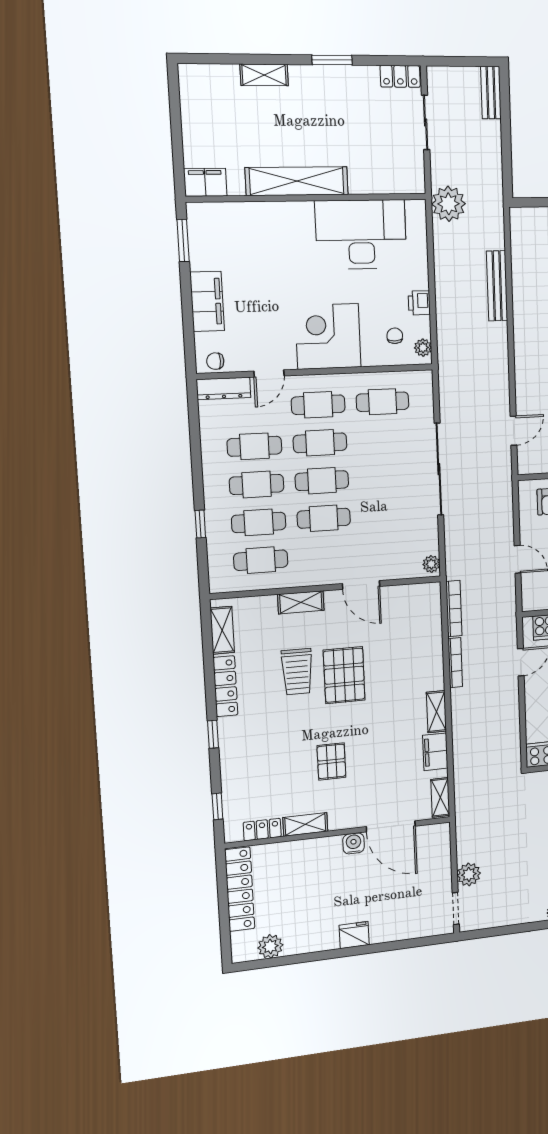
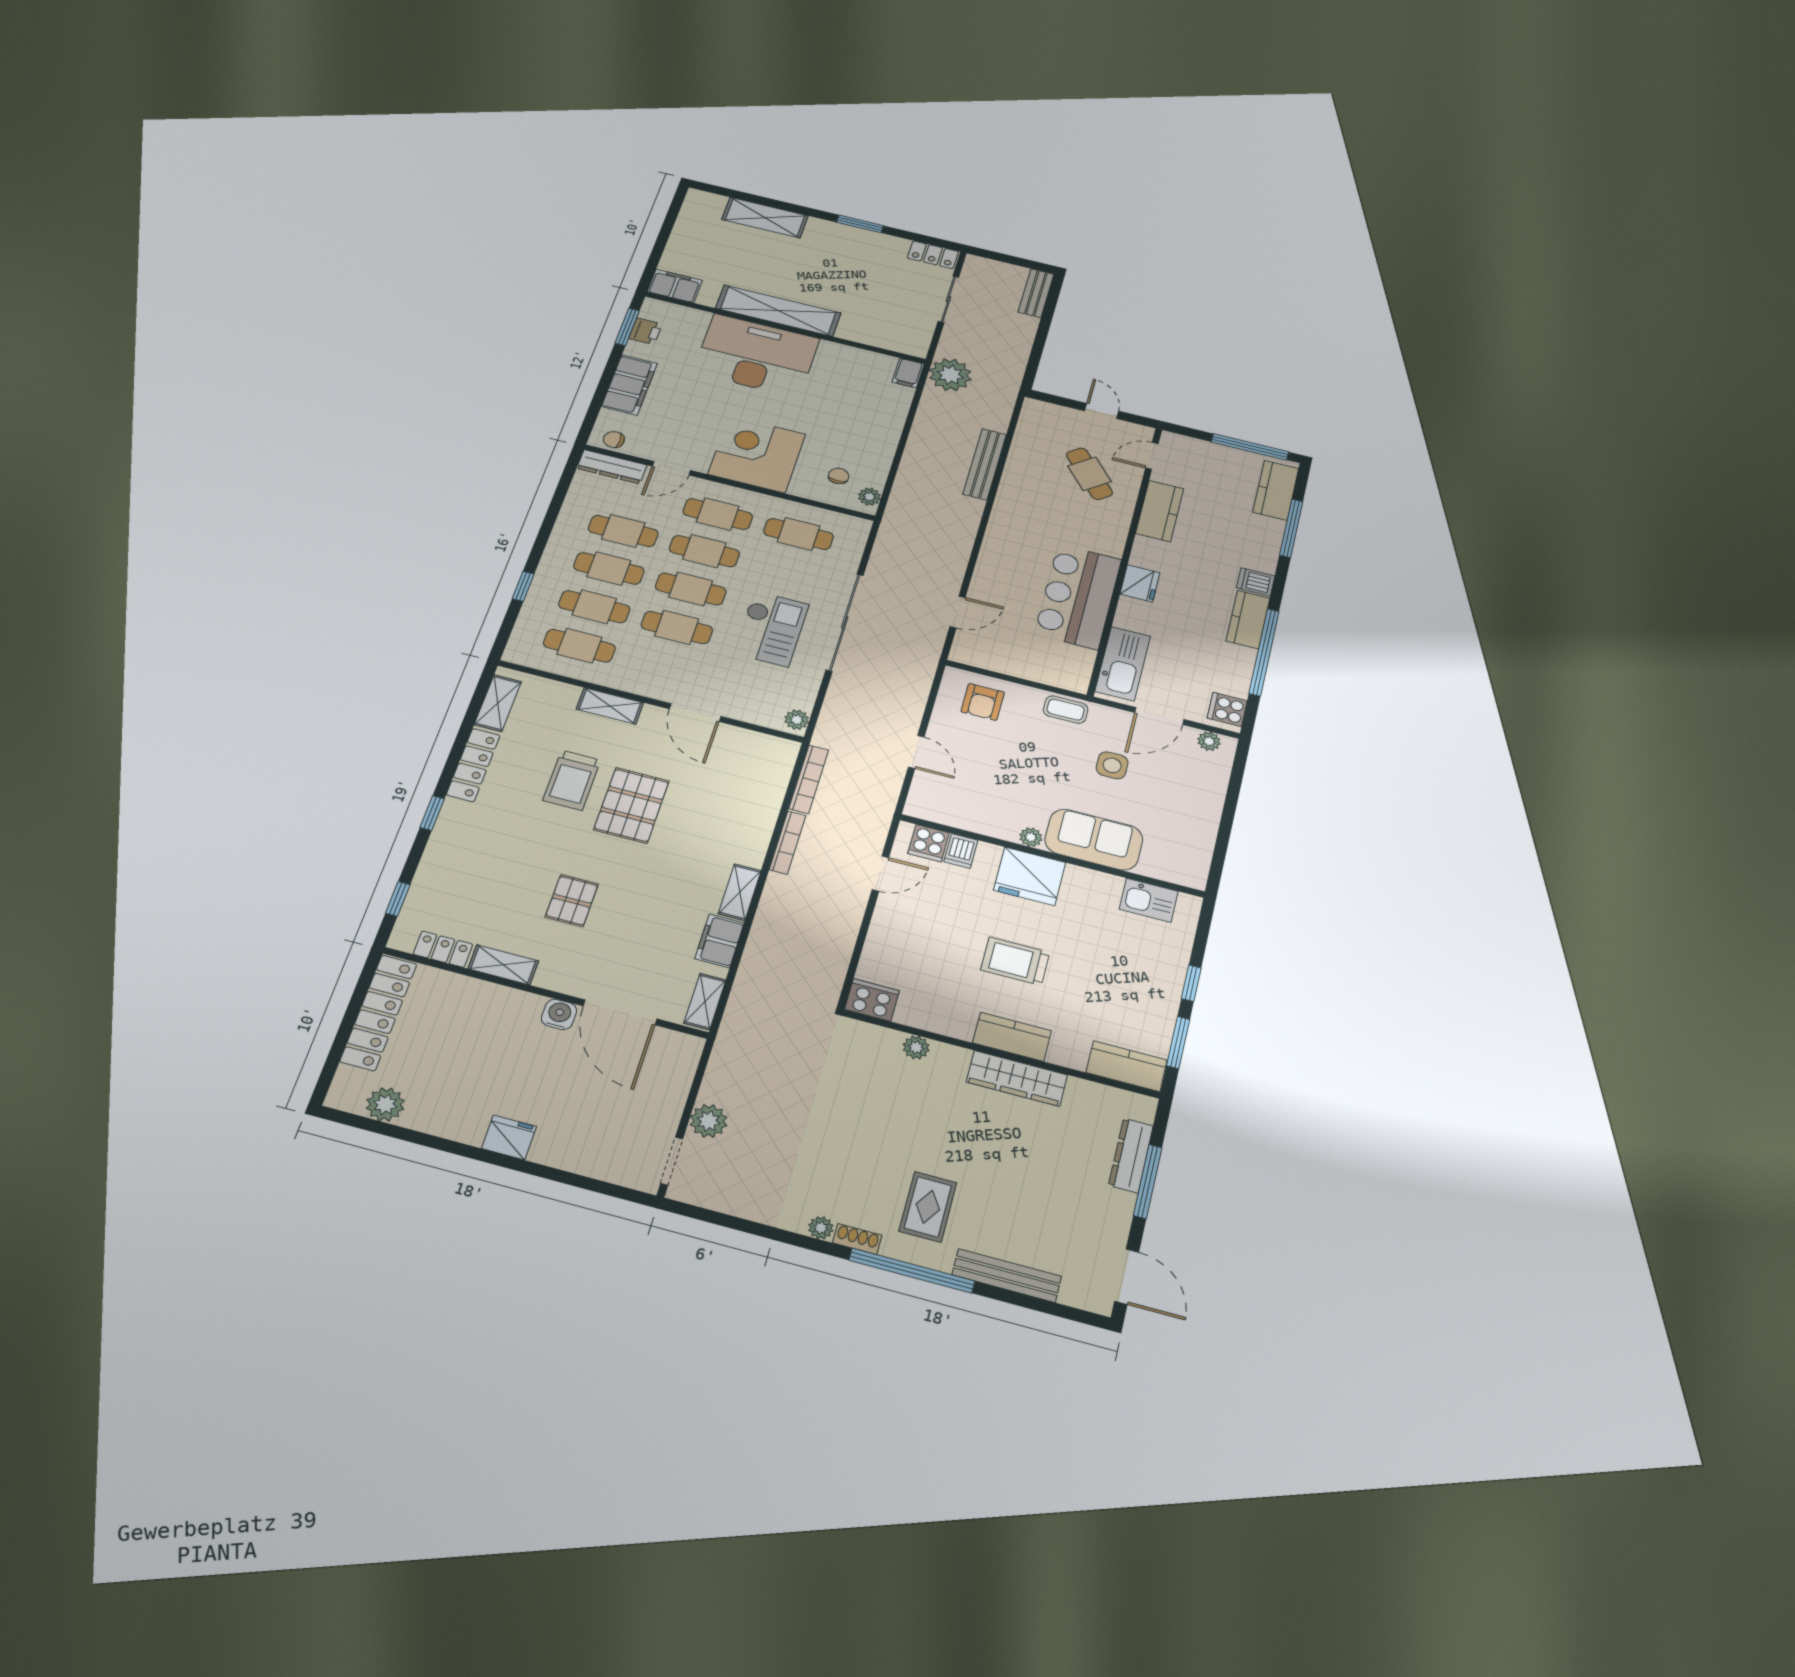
shelving: (264, 75) -> (765, 218), width x1.50, depth x1.33
filing cabinet: (416, 213) -> (908, 373), added
desk: (361, 234) -> (756, 356), moved
printer: (419, 303) -> (645, 331), moved, turned 180
checkout: (390, 494) -> (771, 629), added

